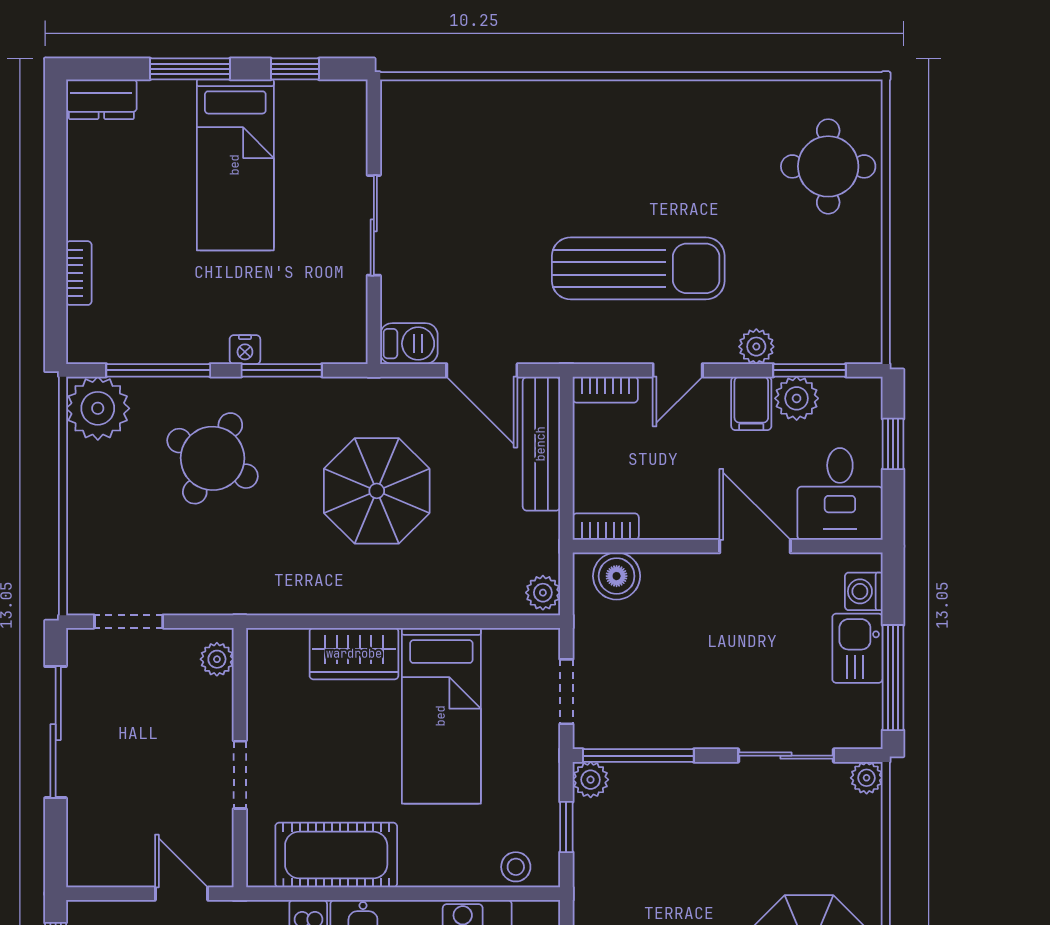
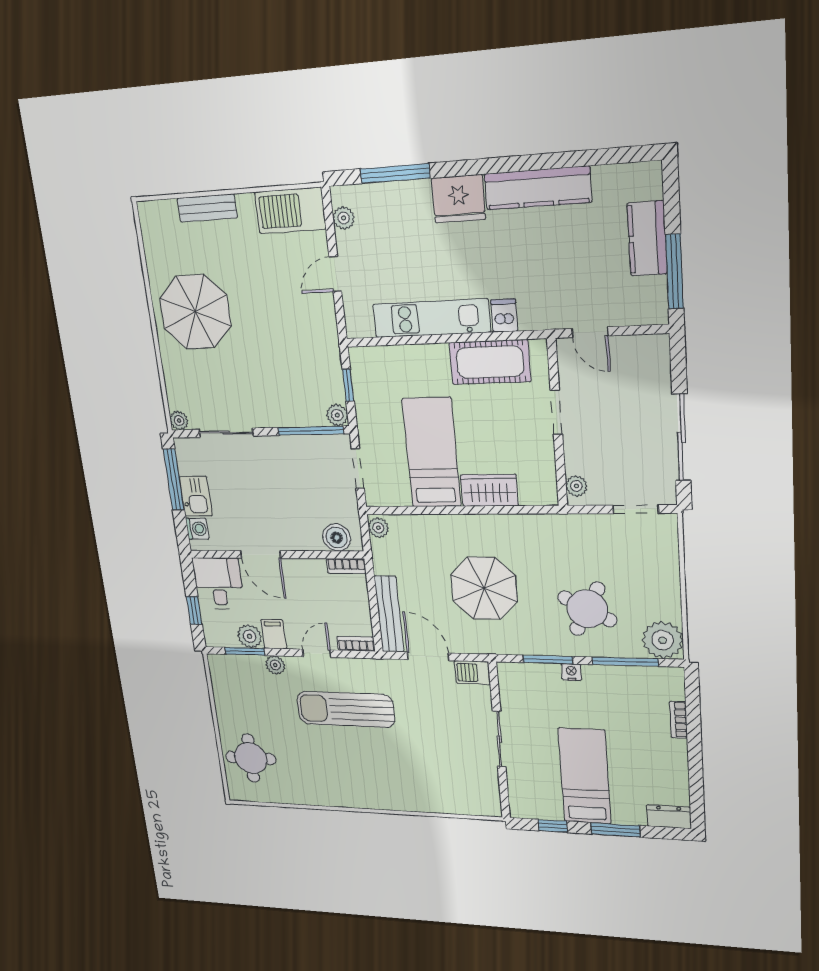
stool: (516, 867) -> (376, 359), removed

